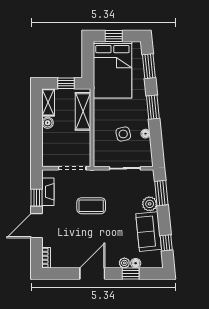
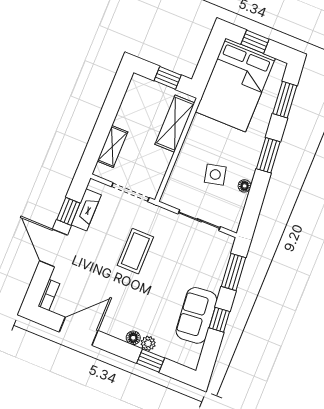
shelving: (48, 102) -> (112, 147), moved
boiler: (48, 123) -> (123, 120), removed
plant: (150, 204) -> (213, 280), removed
coffee table: (91, 206) -> (135, 251), turned 90
door: (37, 226) -> (53, 248), hinge flipped
window: (166, 243) -> (219, 320), moved
floor lamp: (136, 263) -> (133, 338), moved
door: (92, 274) -> (79, 331), moved

